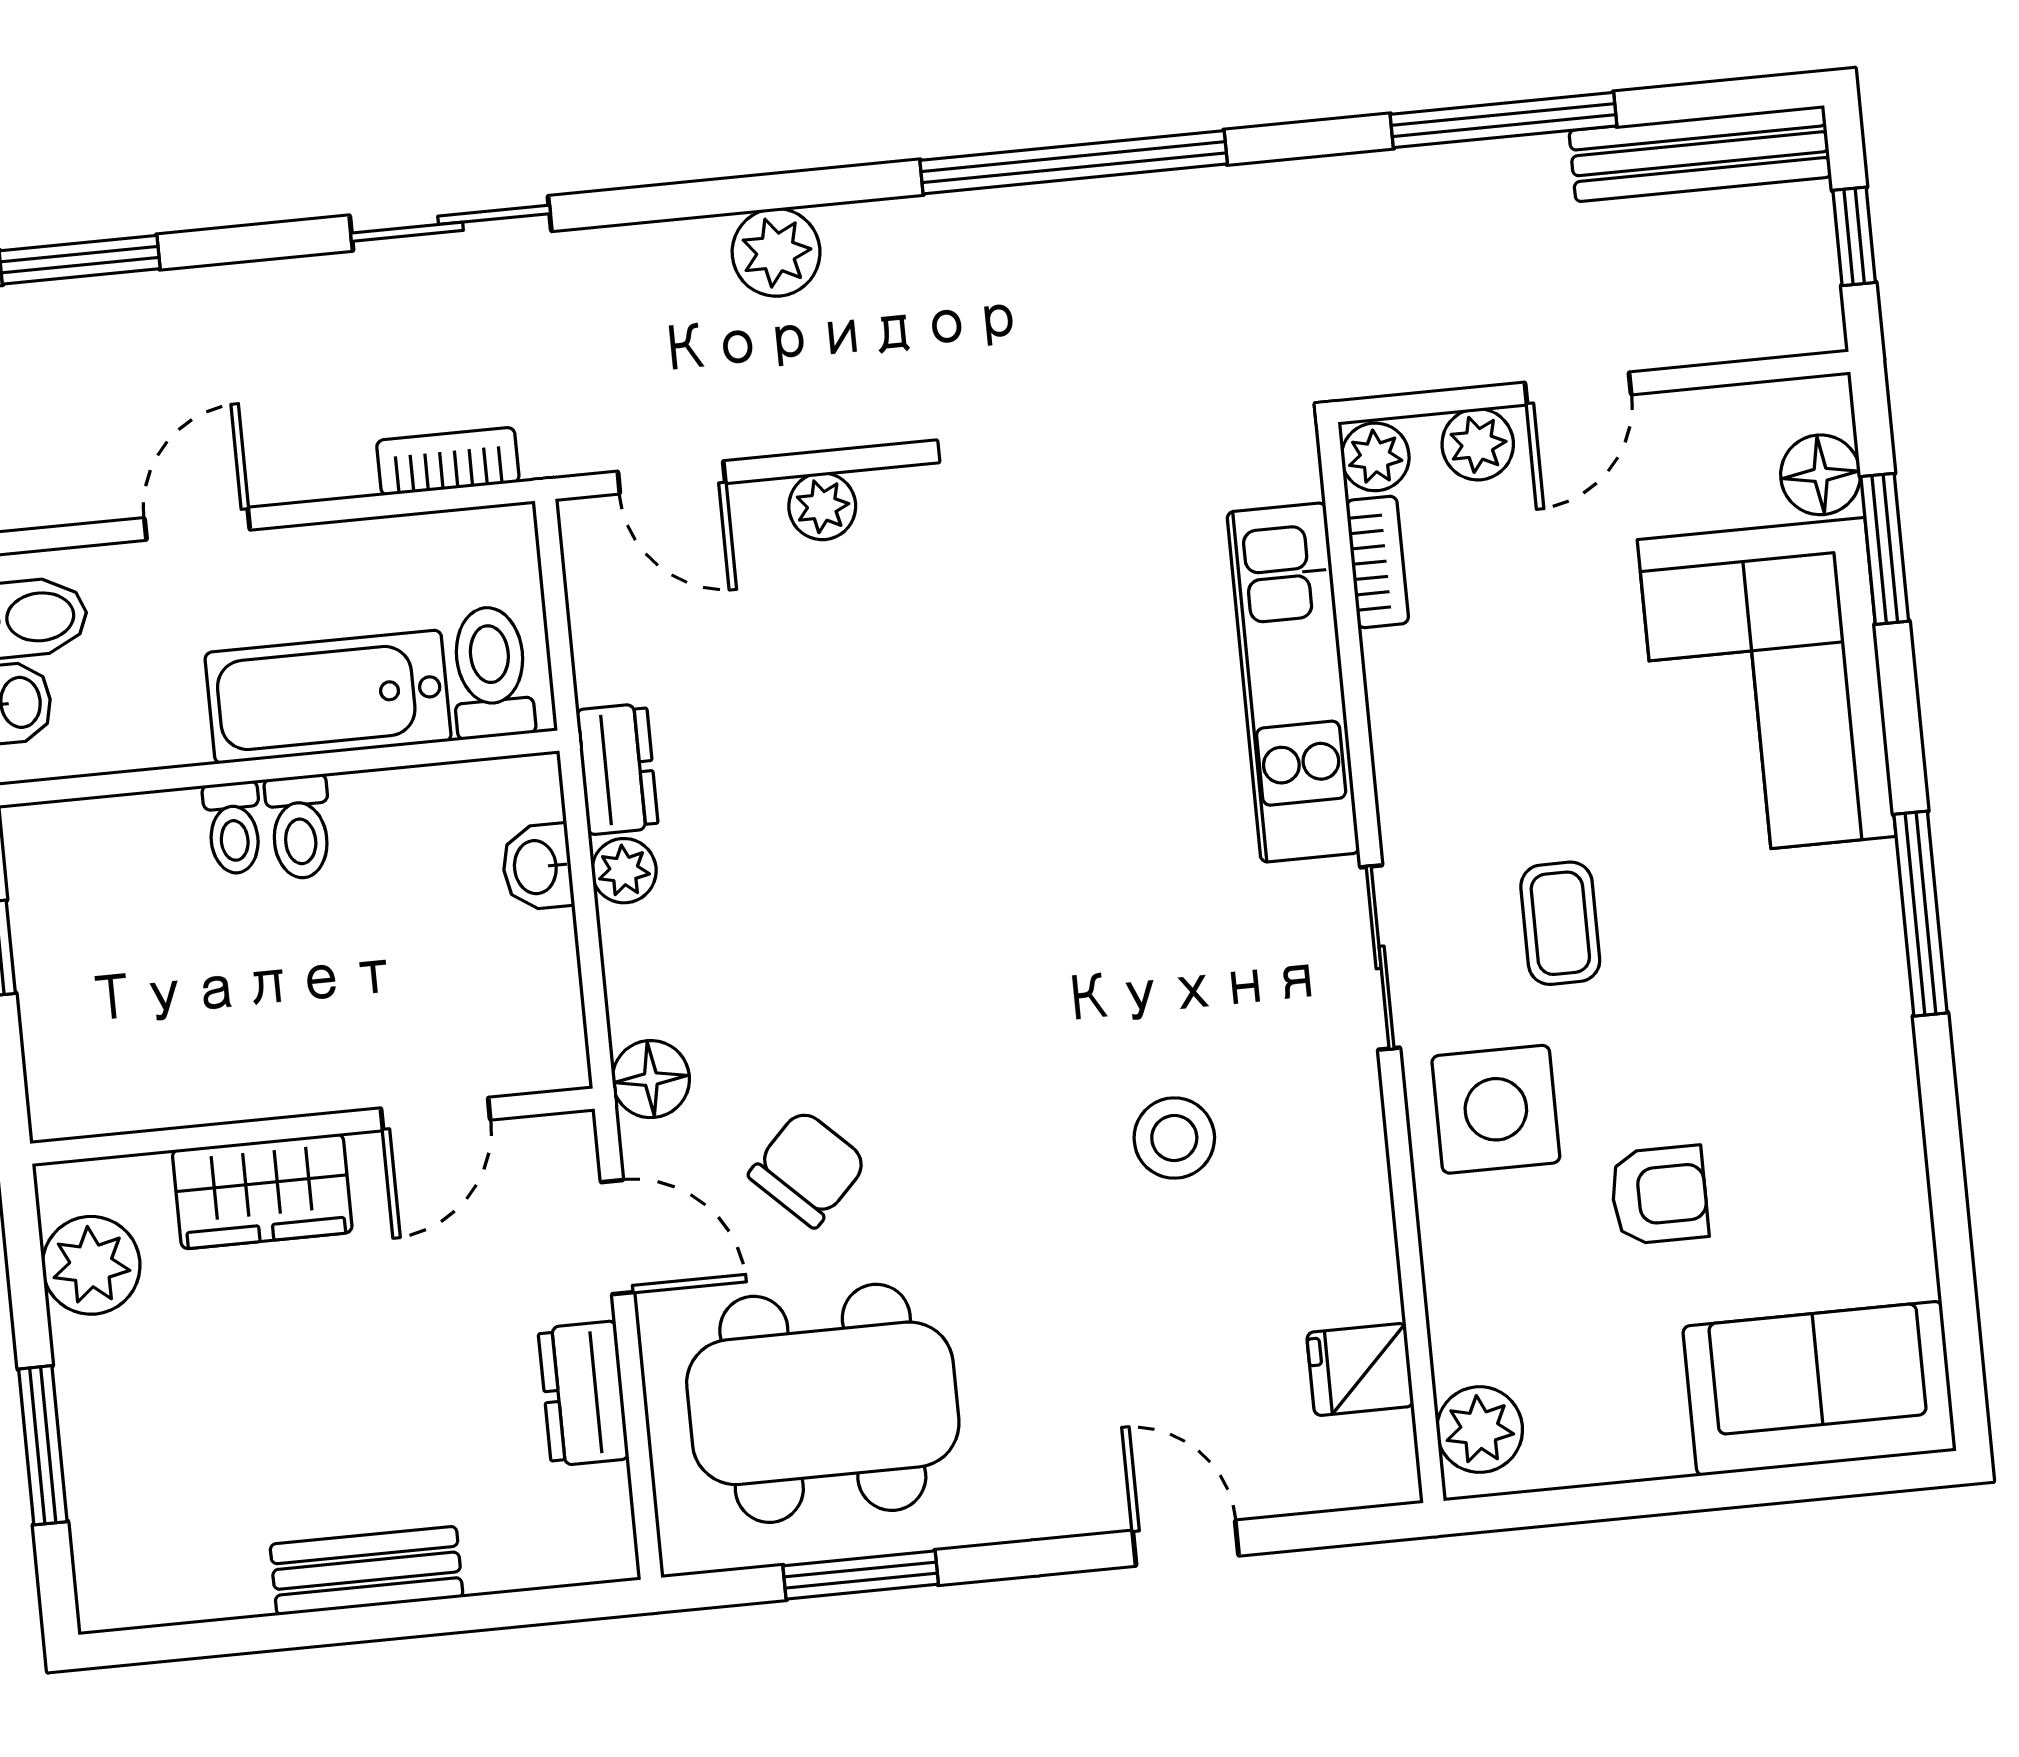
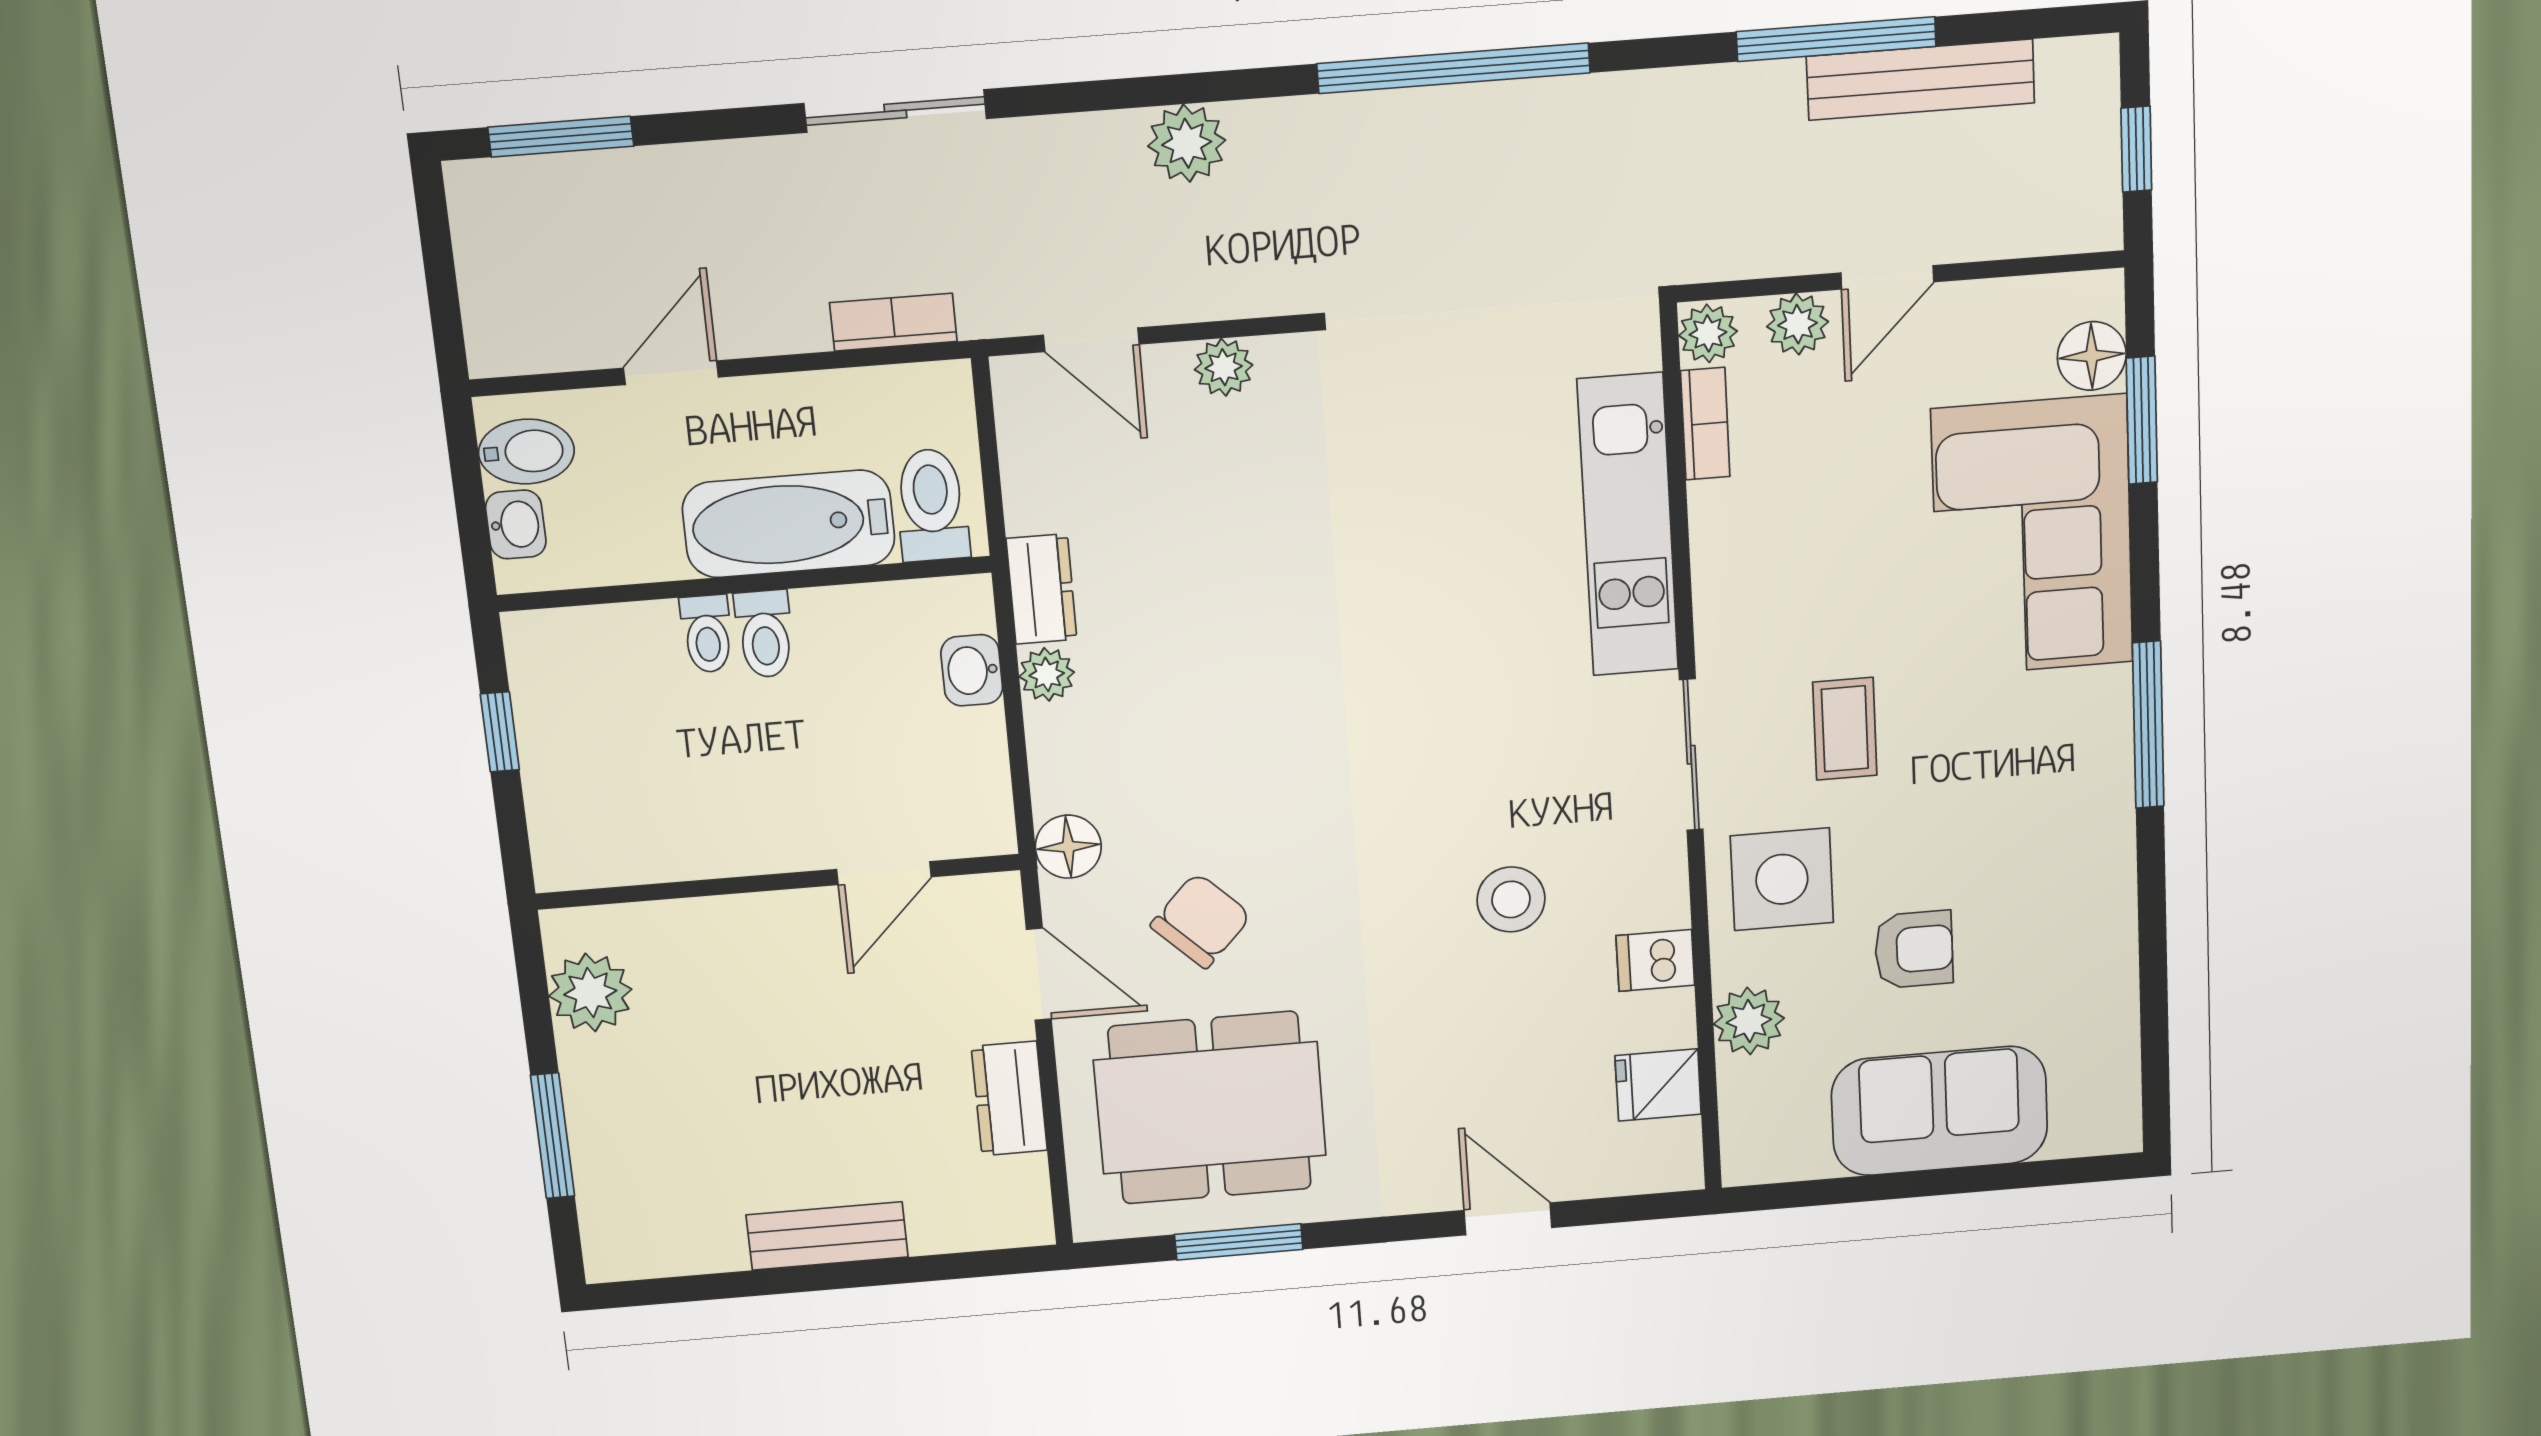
bench: (1700, 154) -> (1921, 80), moved
wardrobe: (262, 1191) -> (736, 934), removed
dishwasher: (1350, 1212) -> (1655, 960), added
sofa: (1819, 1389) -> (1940, 1111), moved
plant: (1480, 1430) -> (1749, 1021), moved

